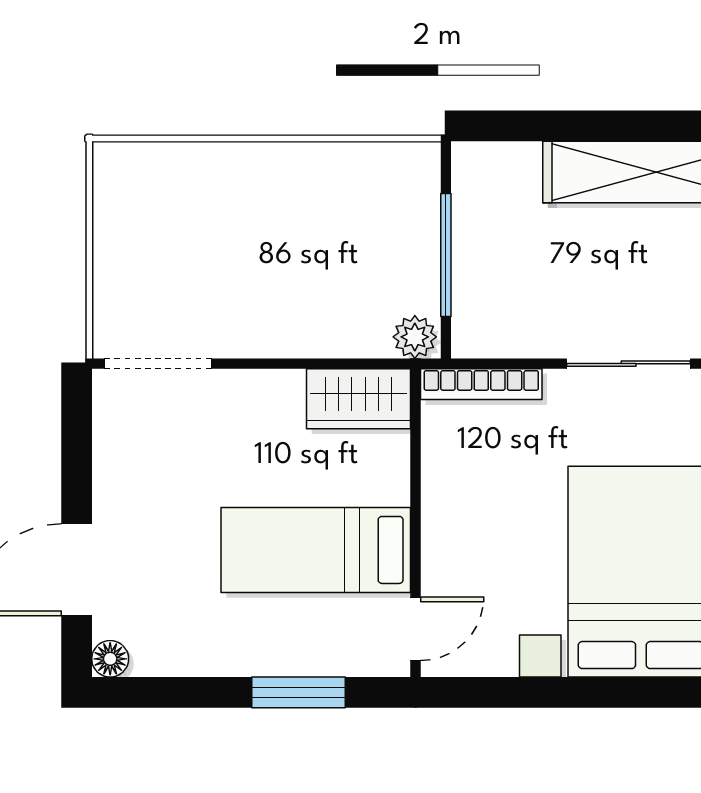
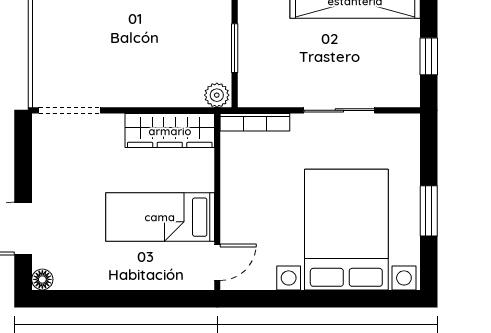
window: (446, 255) -> (235, 48), width x0.69
wardrobe: (359, 399) -> (170, 131), width x1.50
window: (298, 692) -> (150, 299), removed

